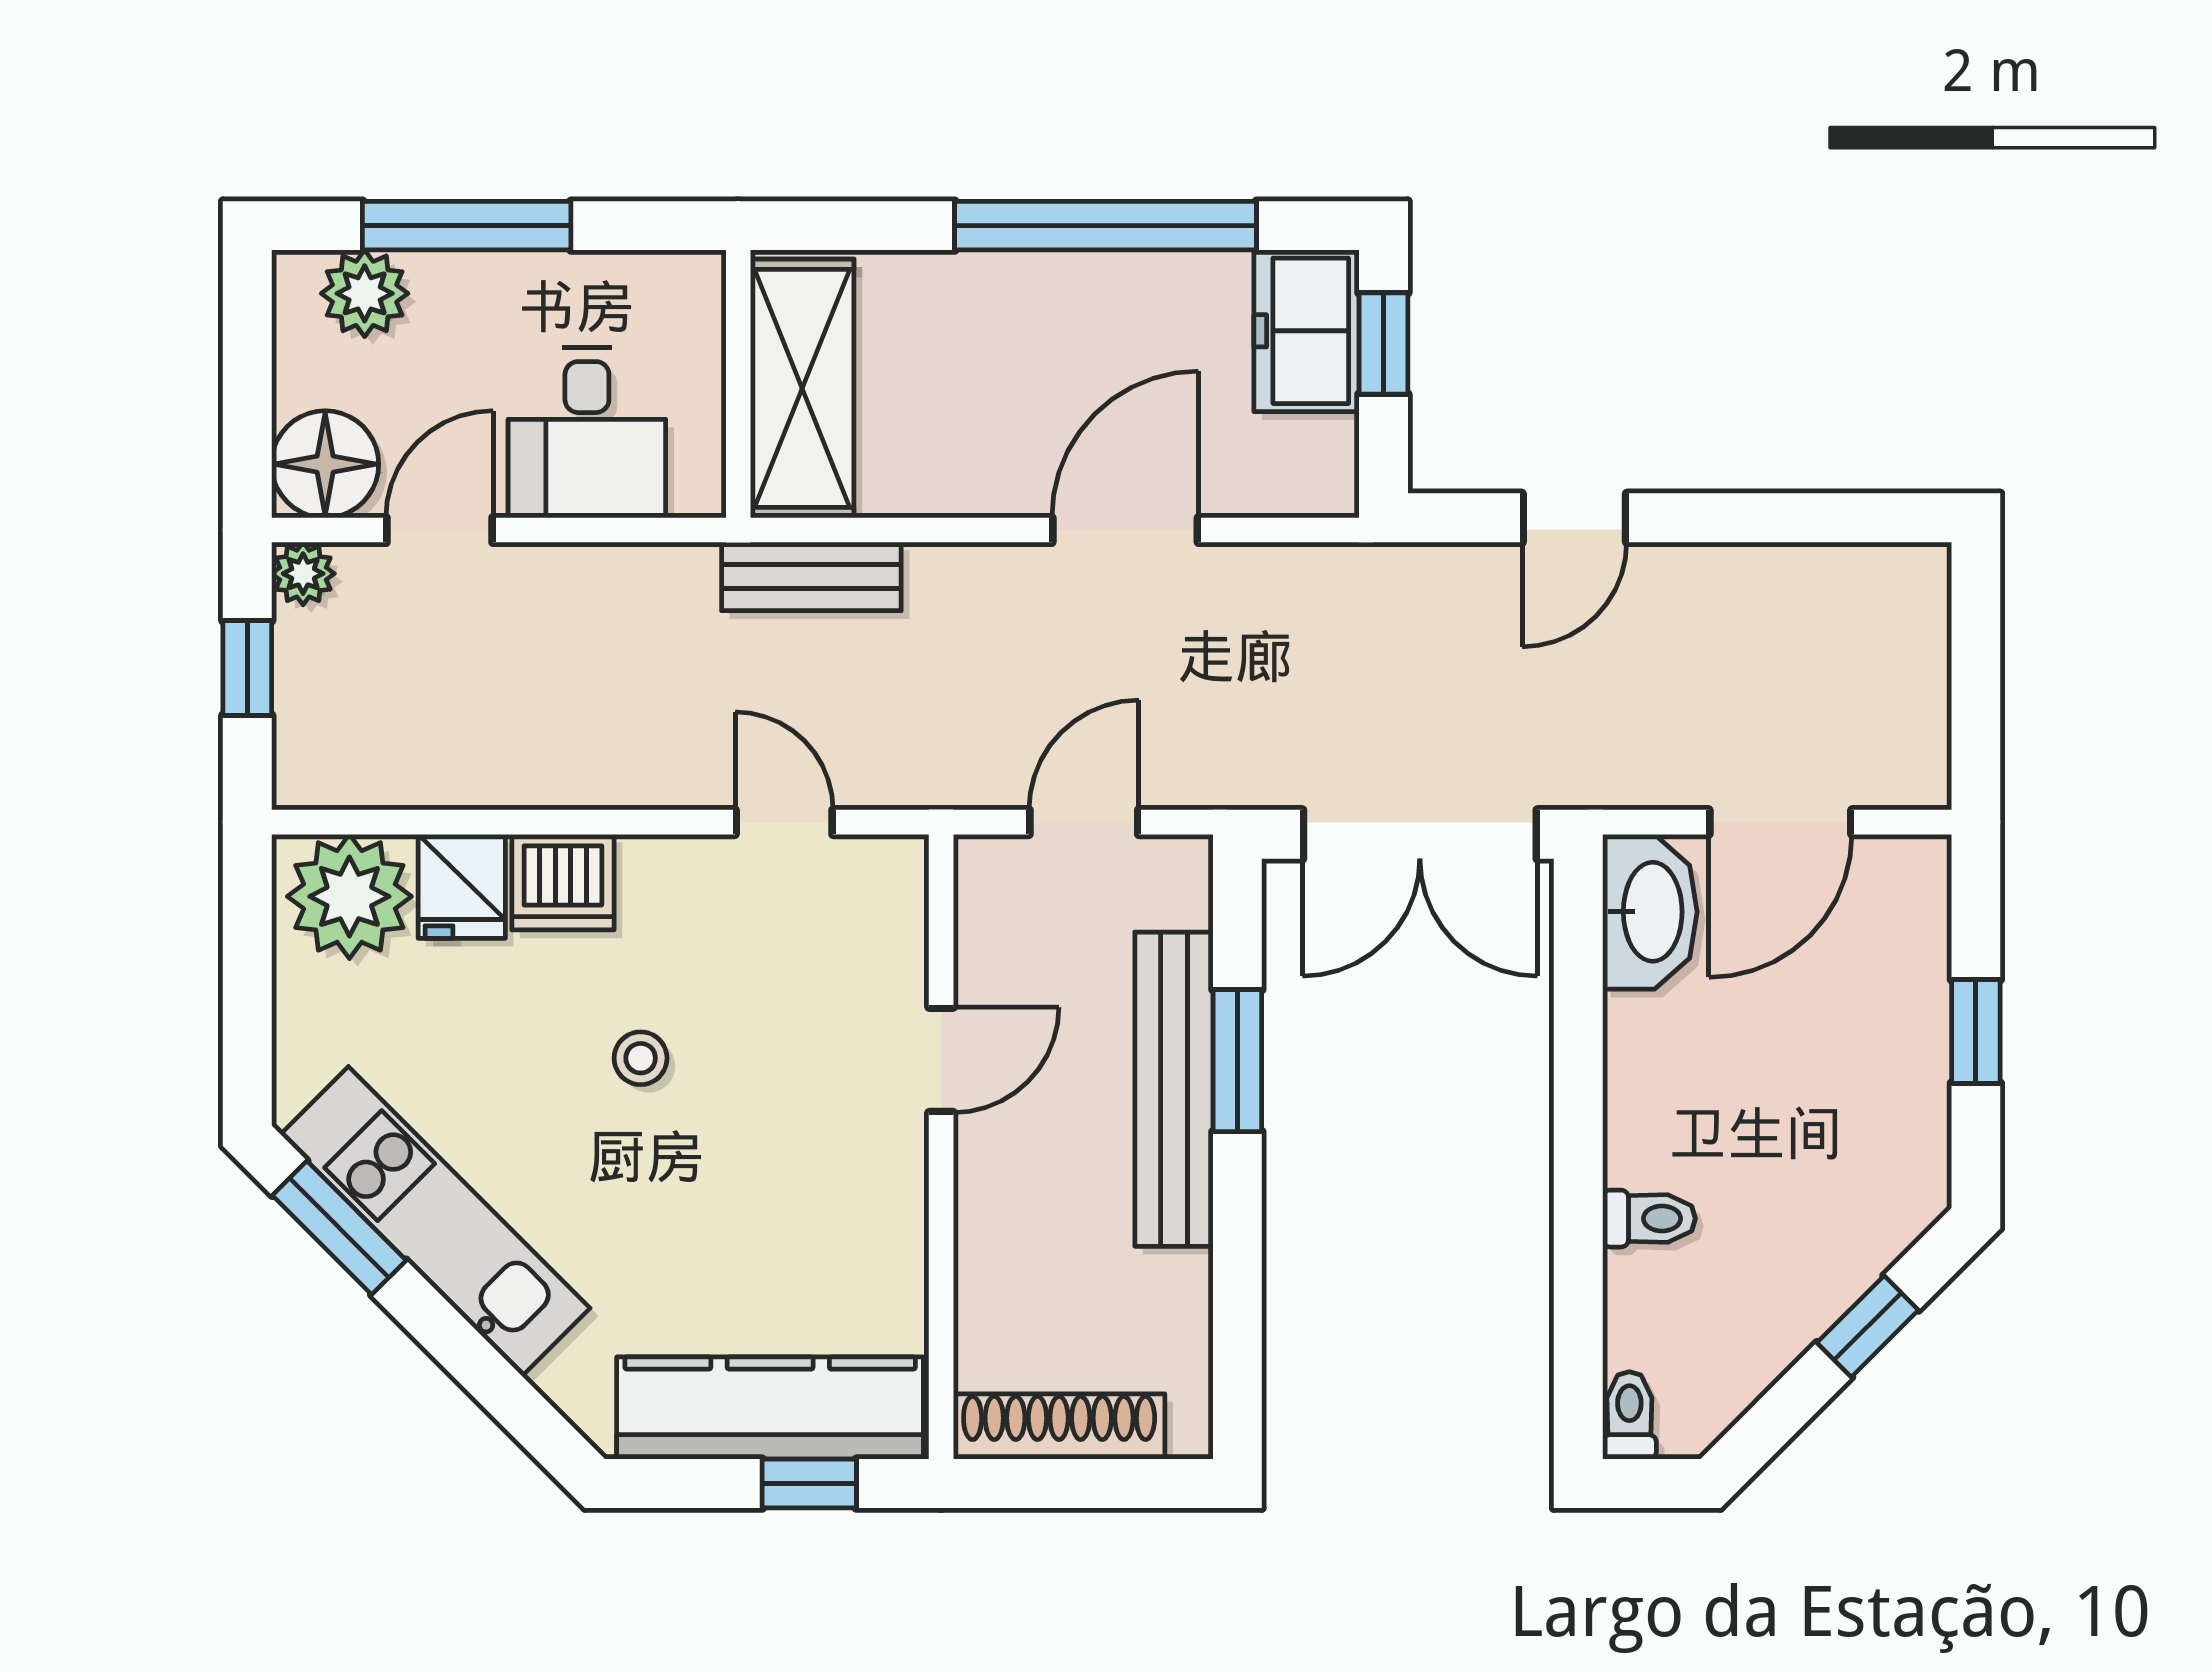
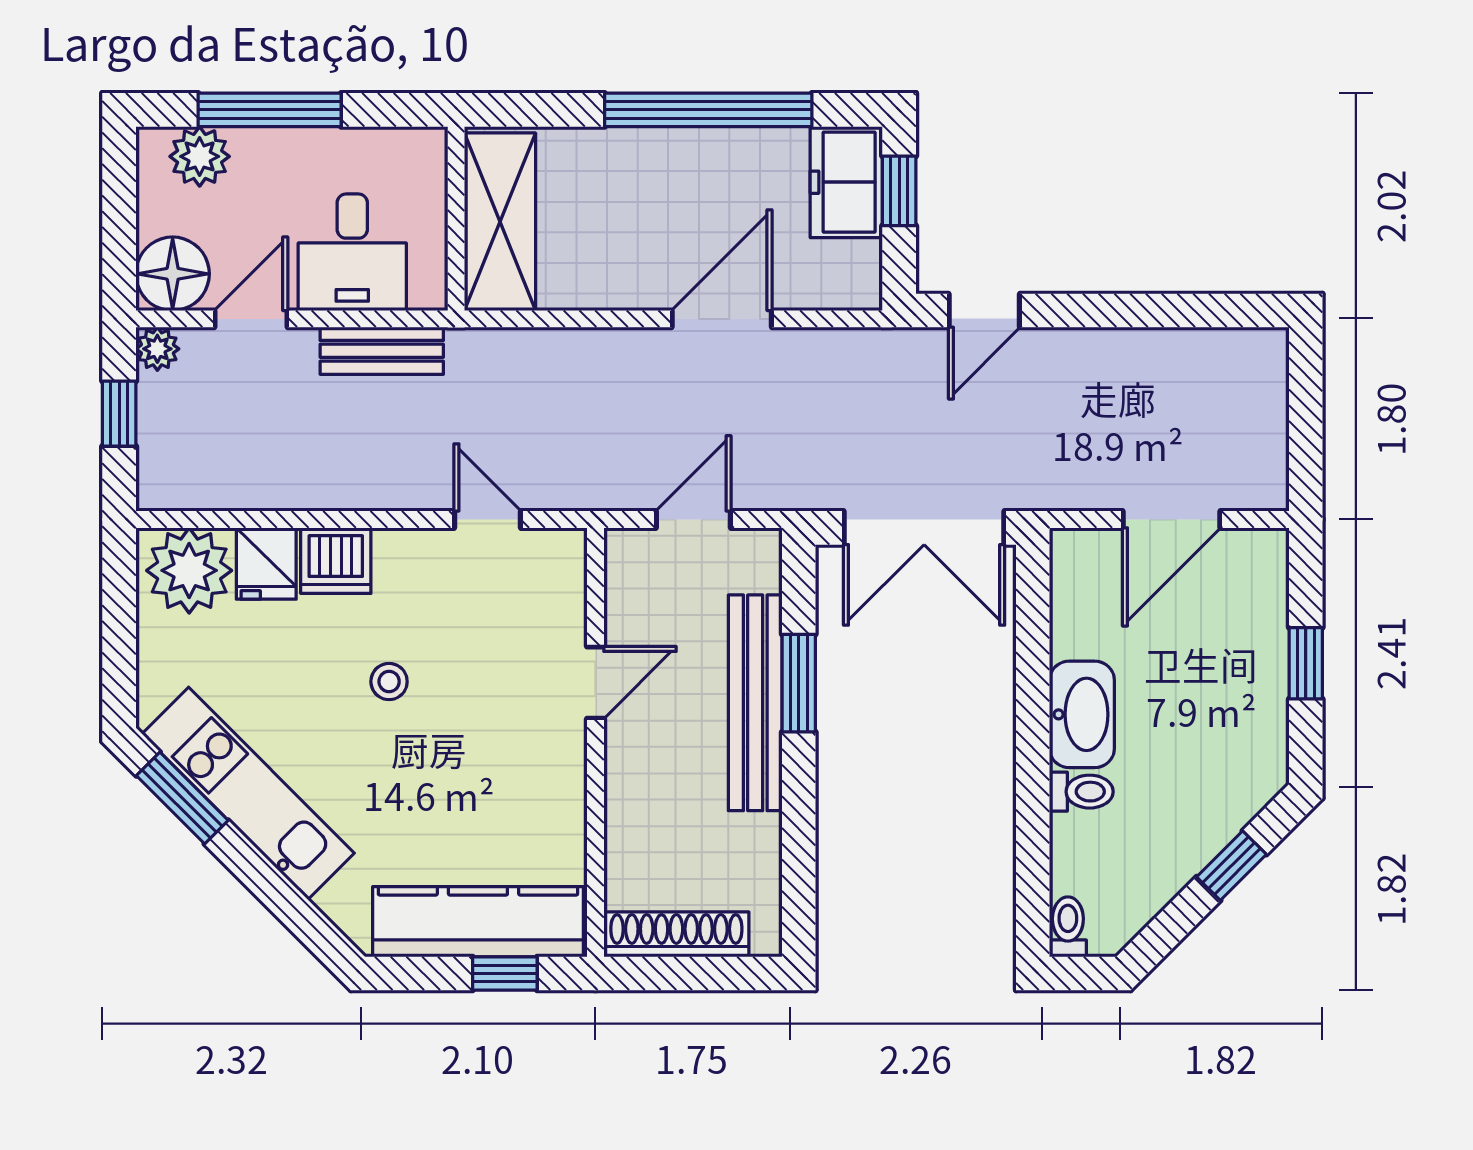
door: (1574, 518) -> (984, 311), moved
bench: (811, 576) -> (382, 351), moved
washbasin: (1650, 912) -> (1082, 714), moved

